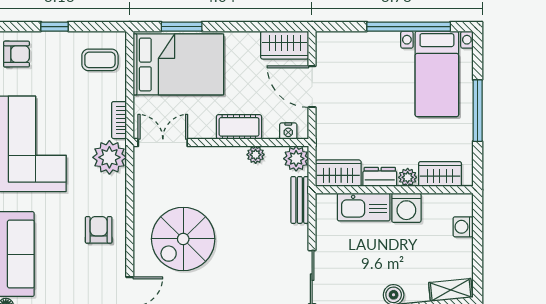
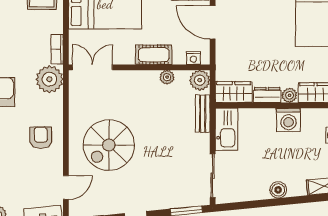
kitchen sink: (364, 207) -> (226, 129), moved, turned -90

